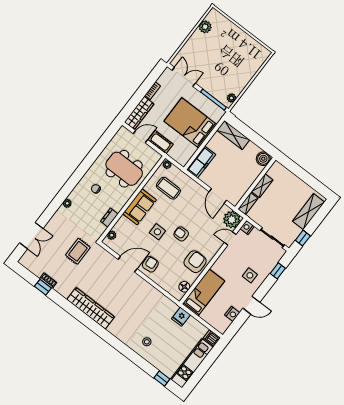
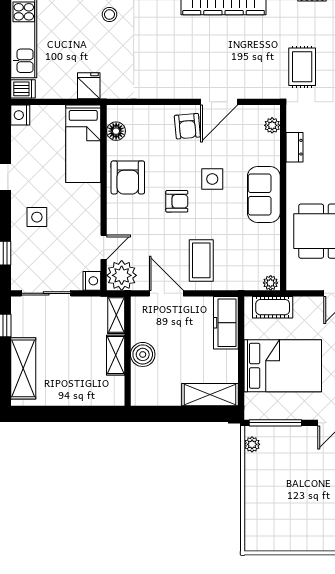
cot: (160, 142) -> (273, 307), moved
boiler: (263, 159) -> (143, 354), moved
coffee table: (168, 188) -> (201, 260), moved, turned 90
nightstand: (232, 314) -> (20, 115), moved

